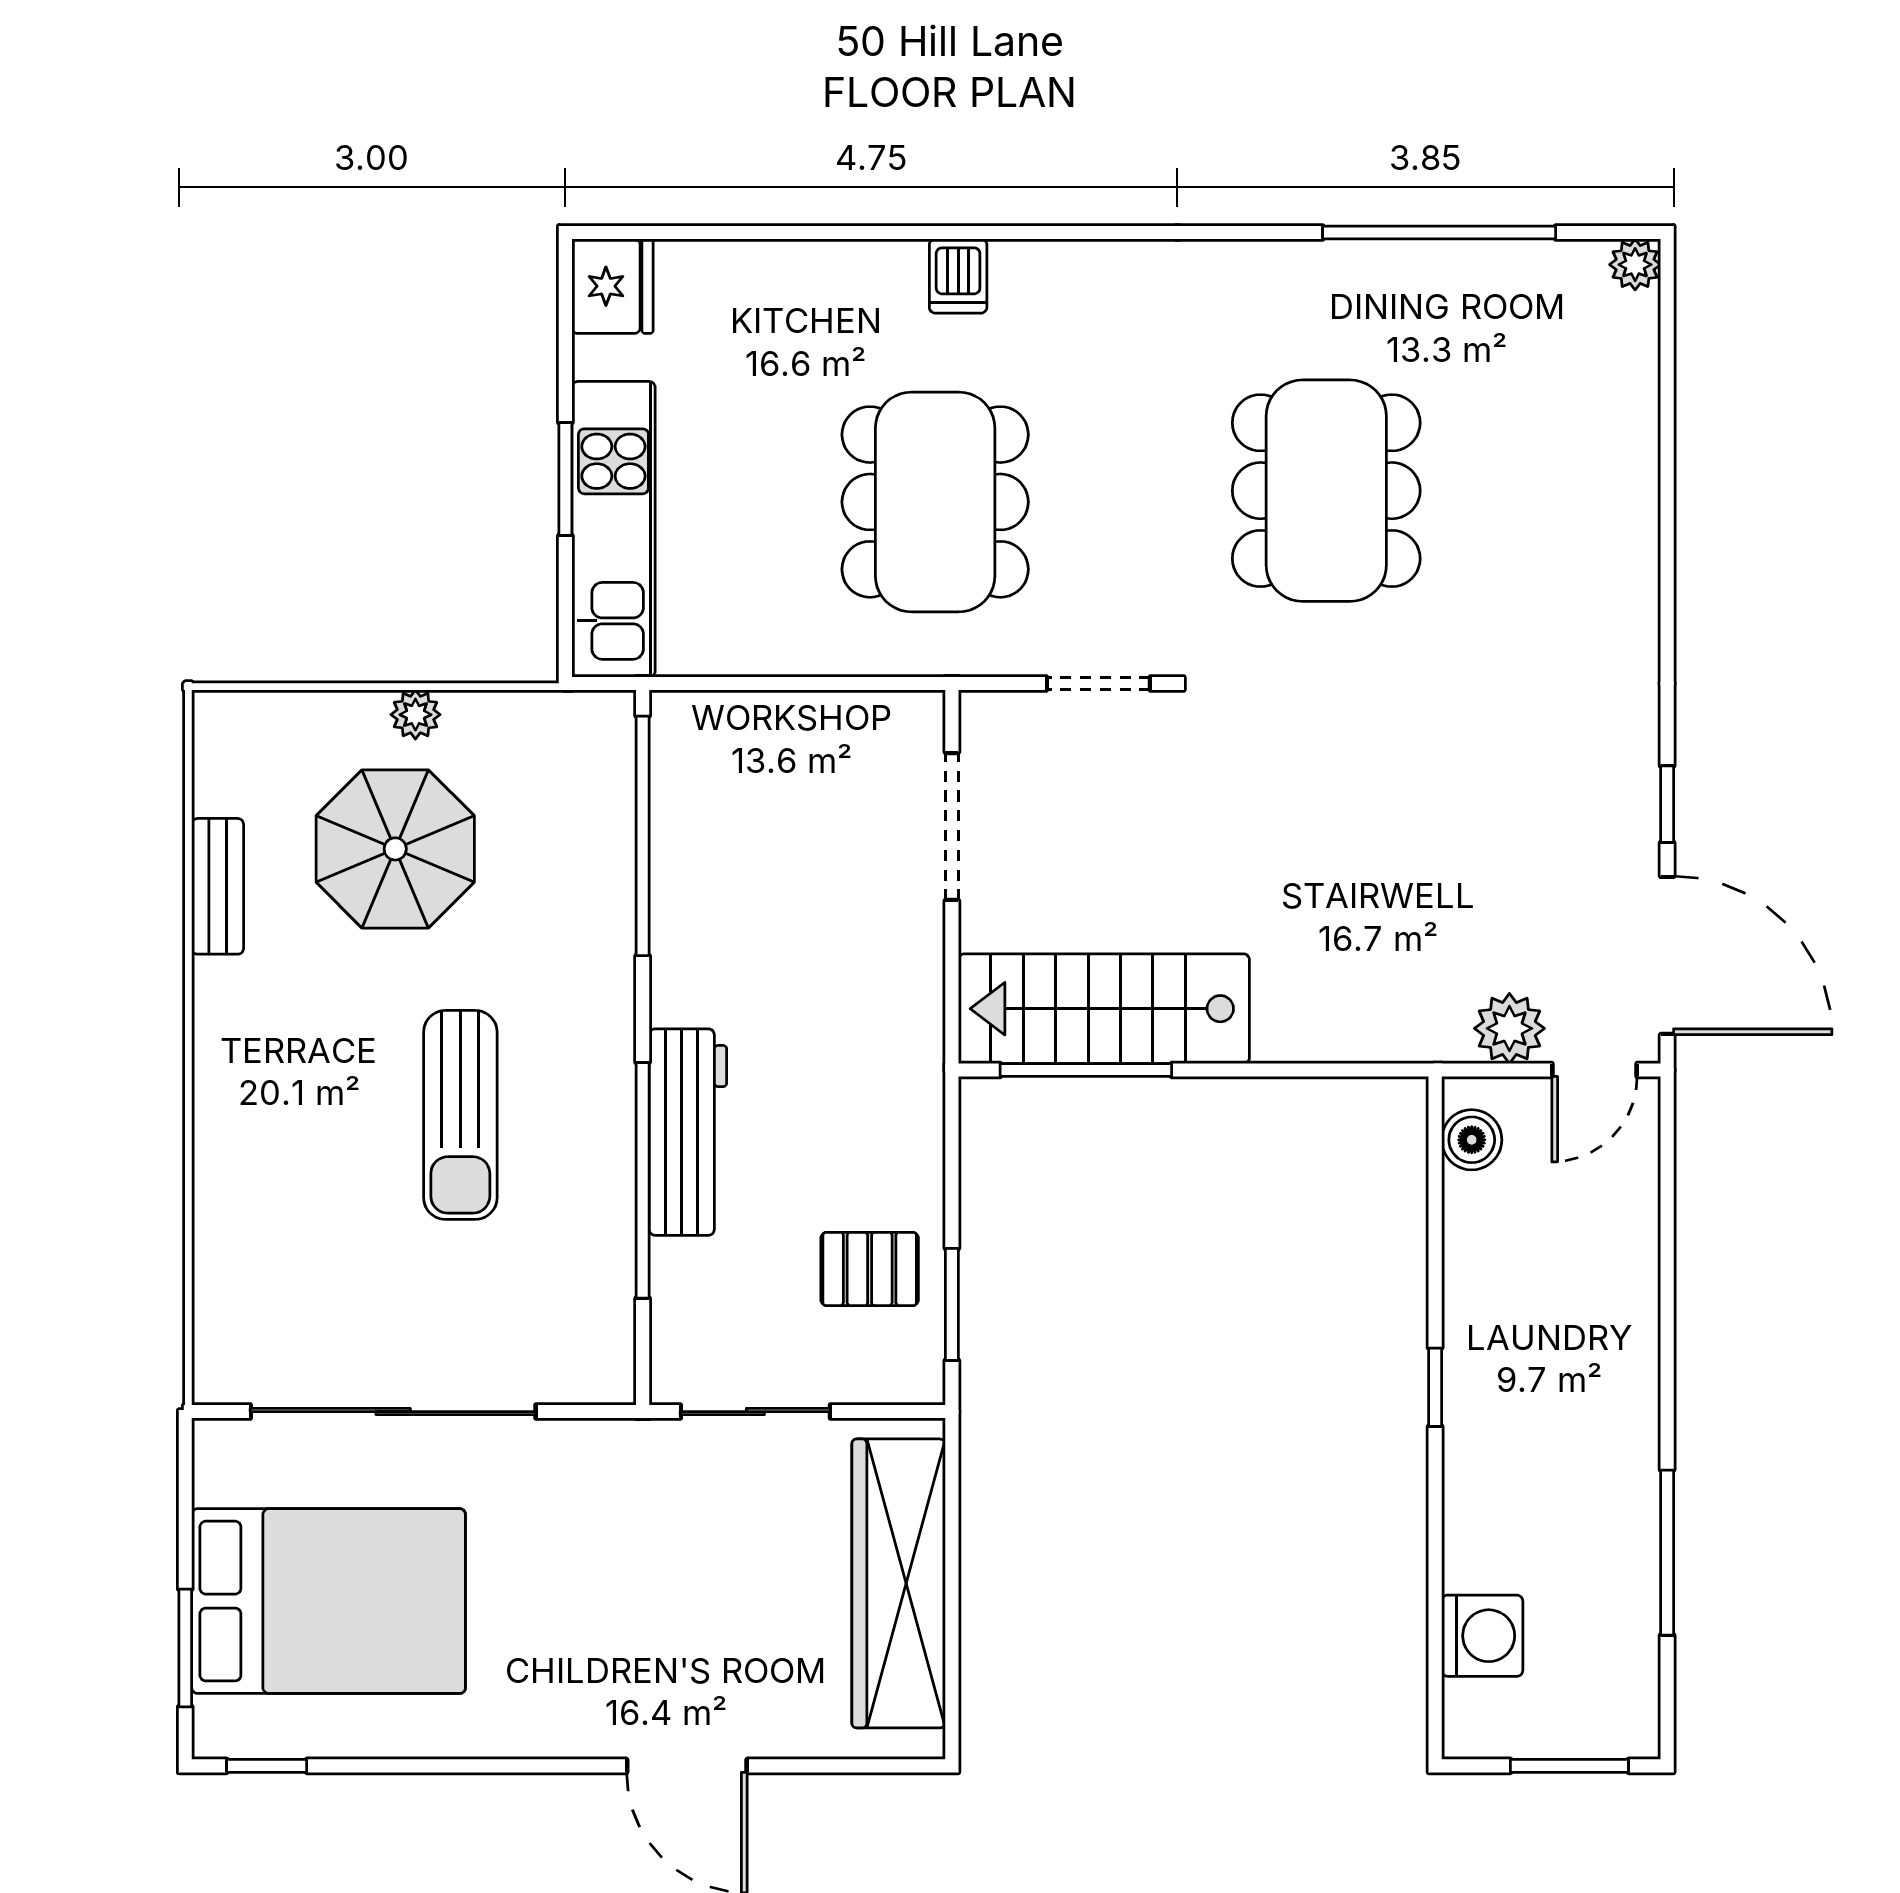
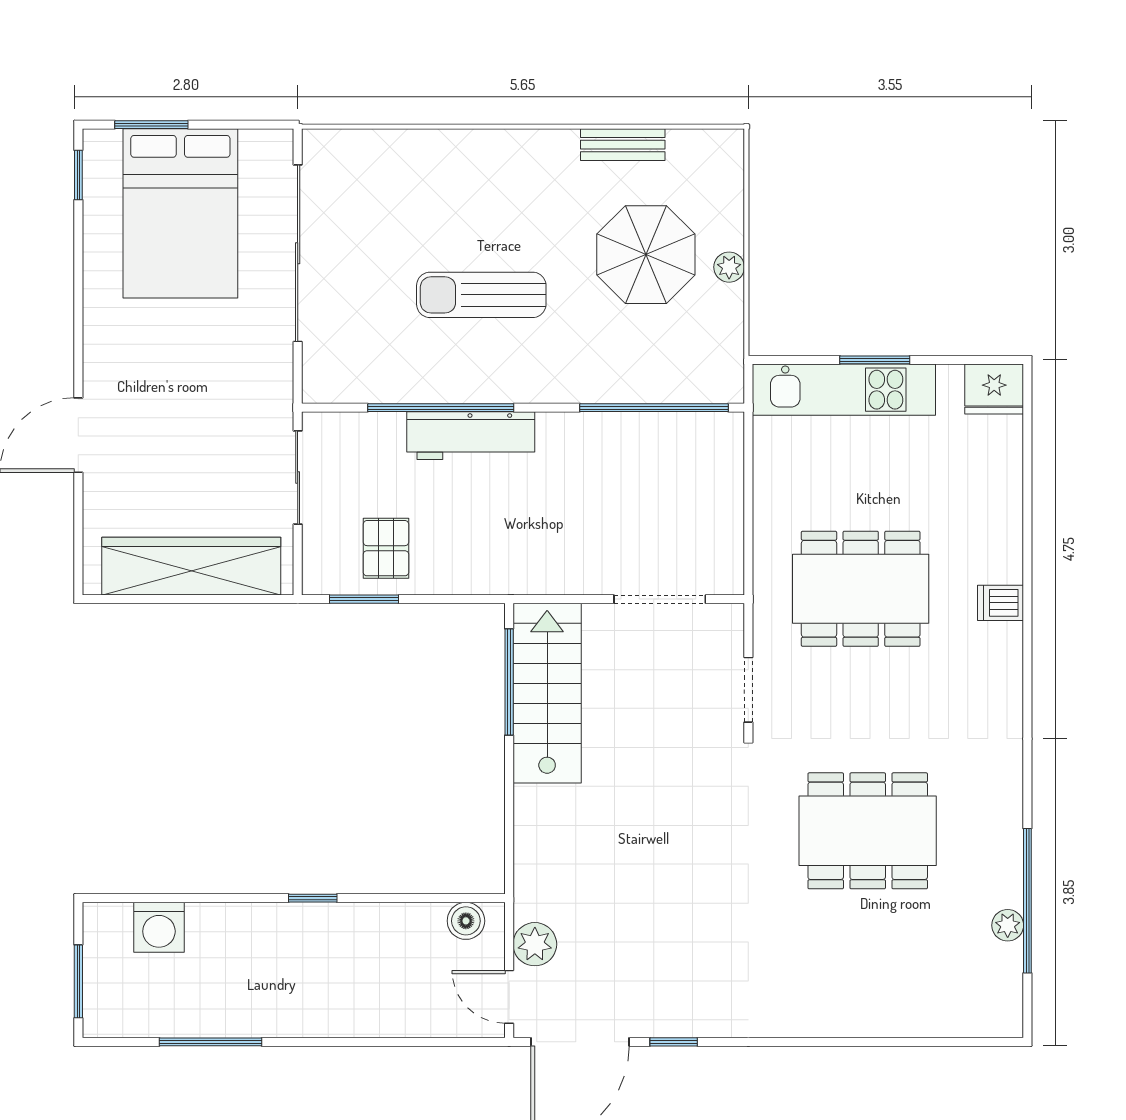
plant: (1635, 265) -> (1008, 925), moved

